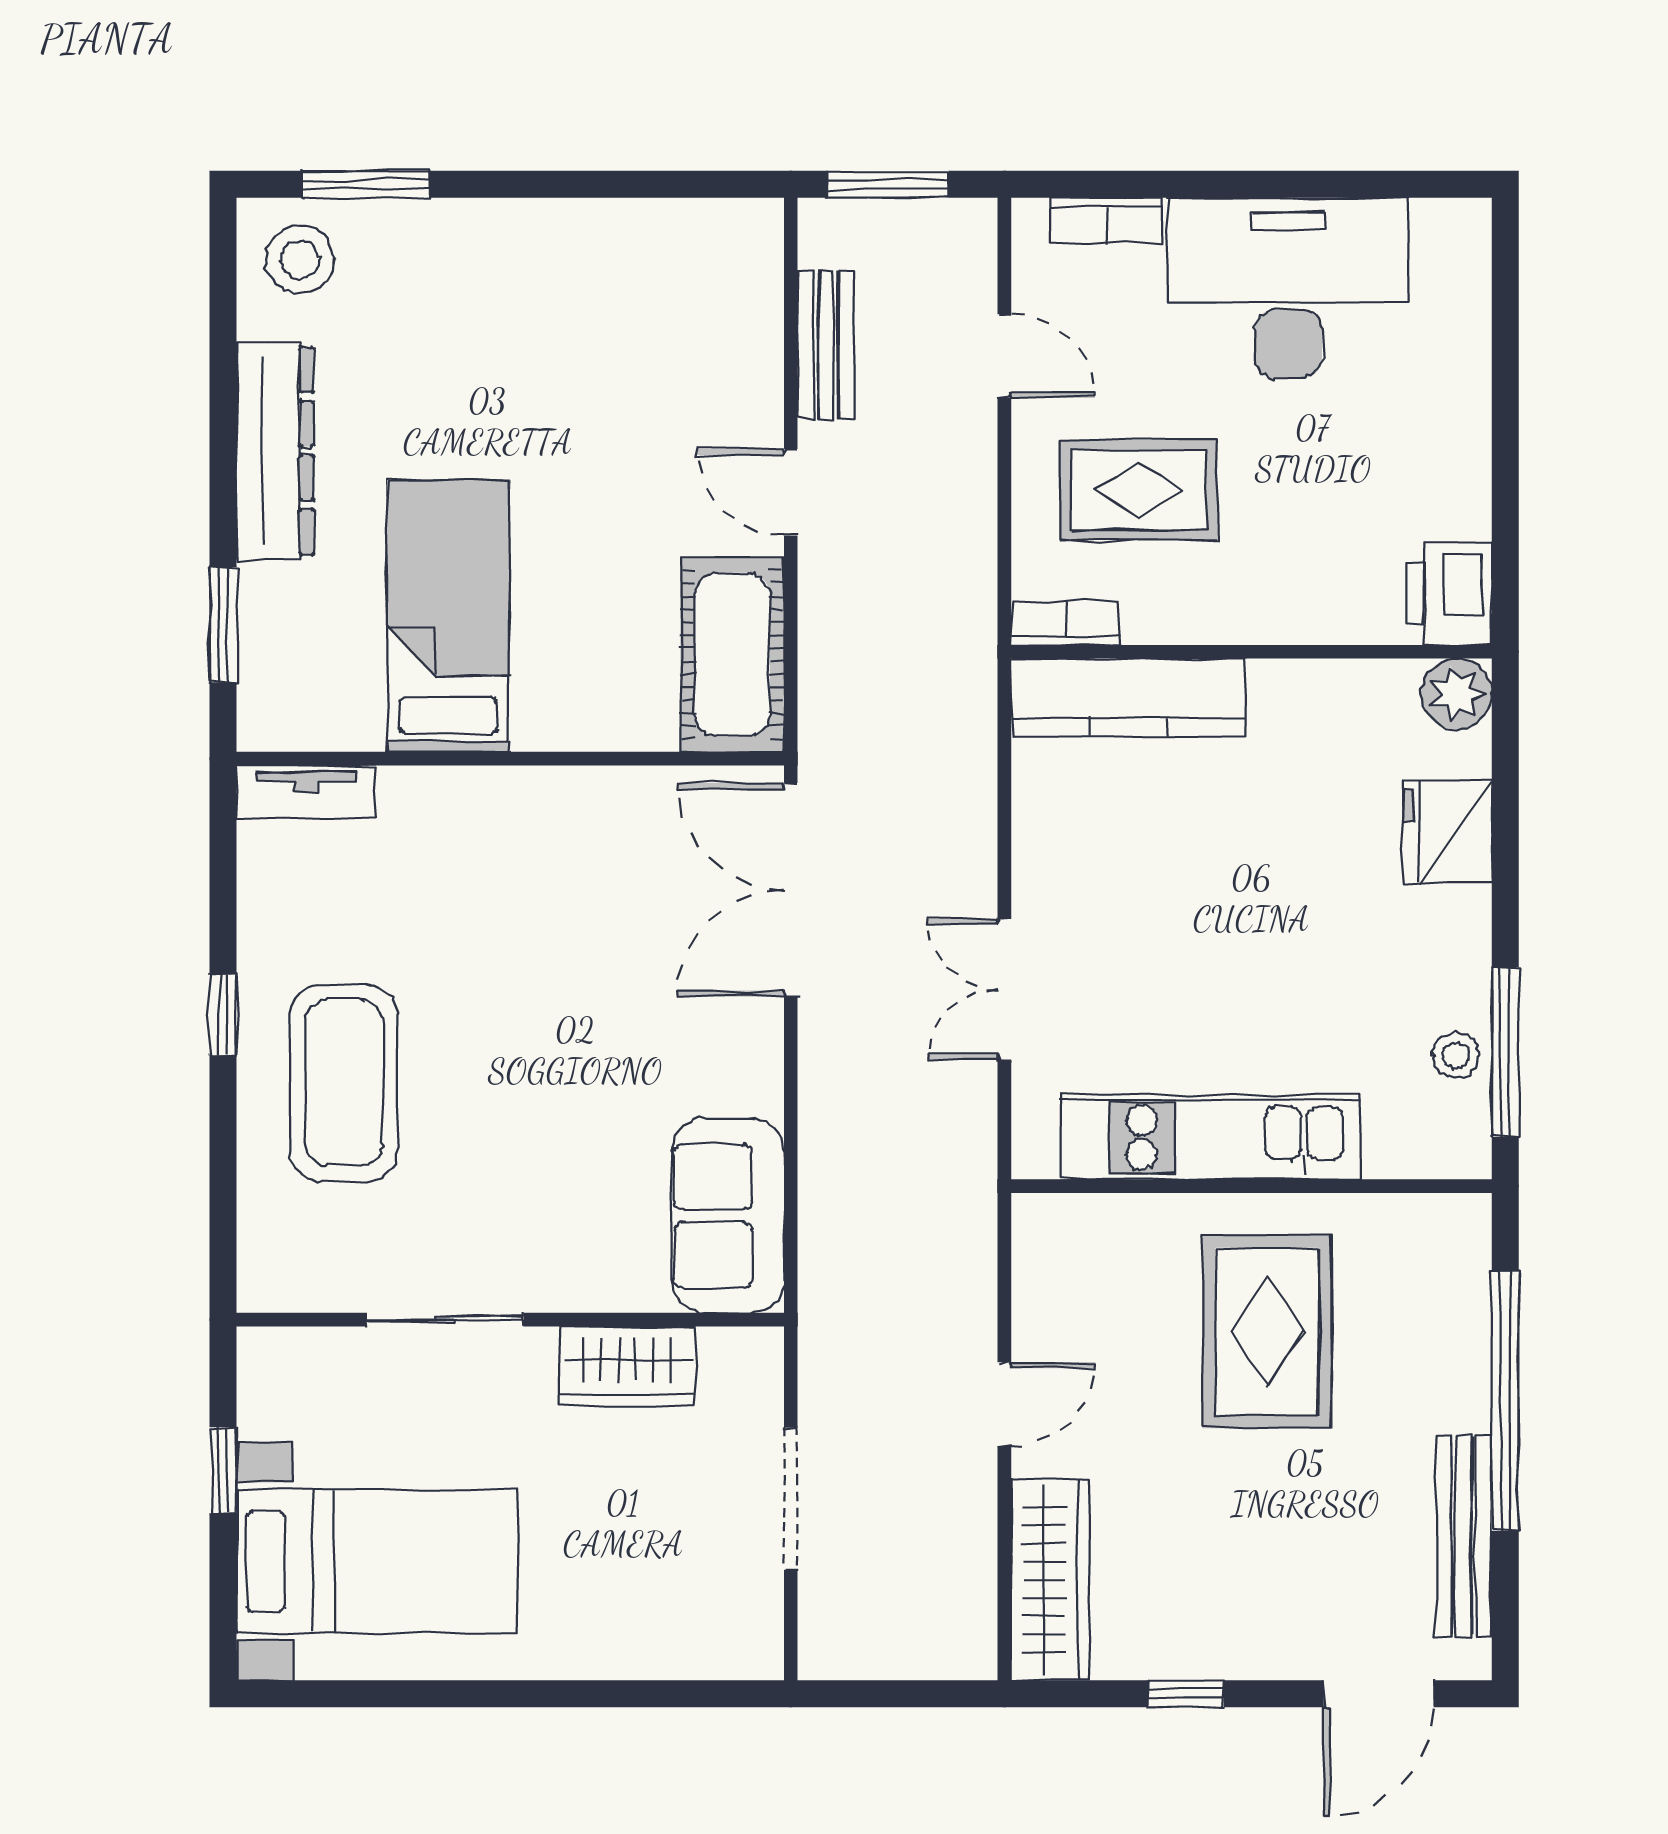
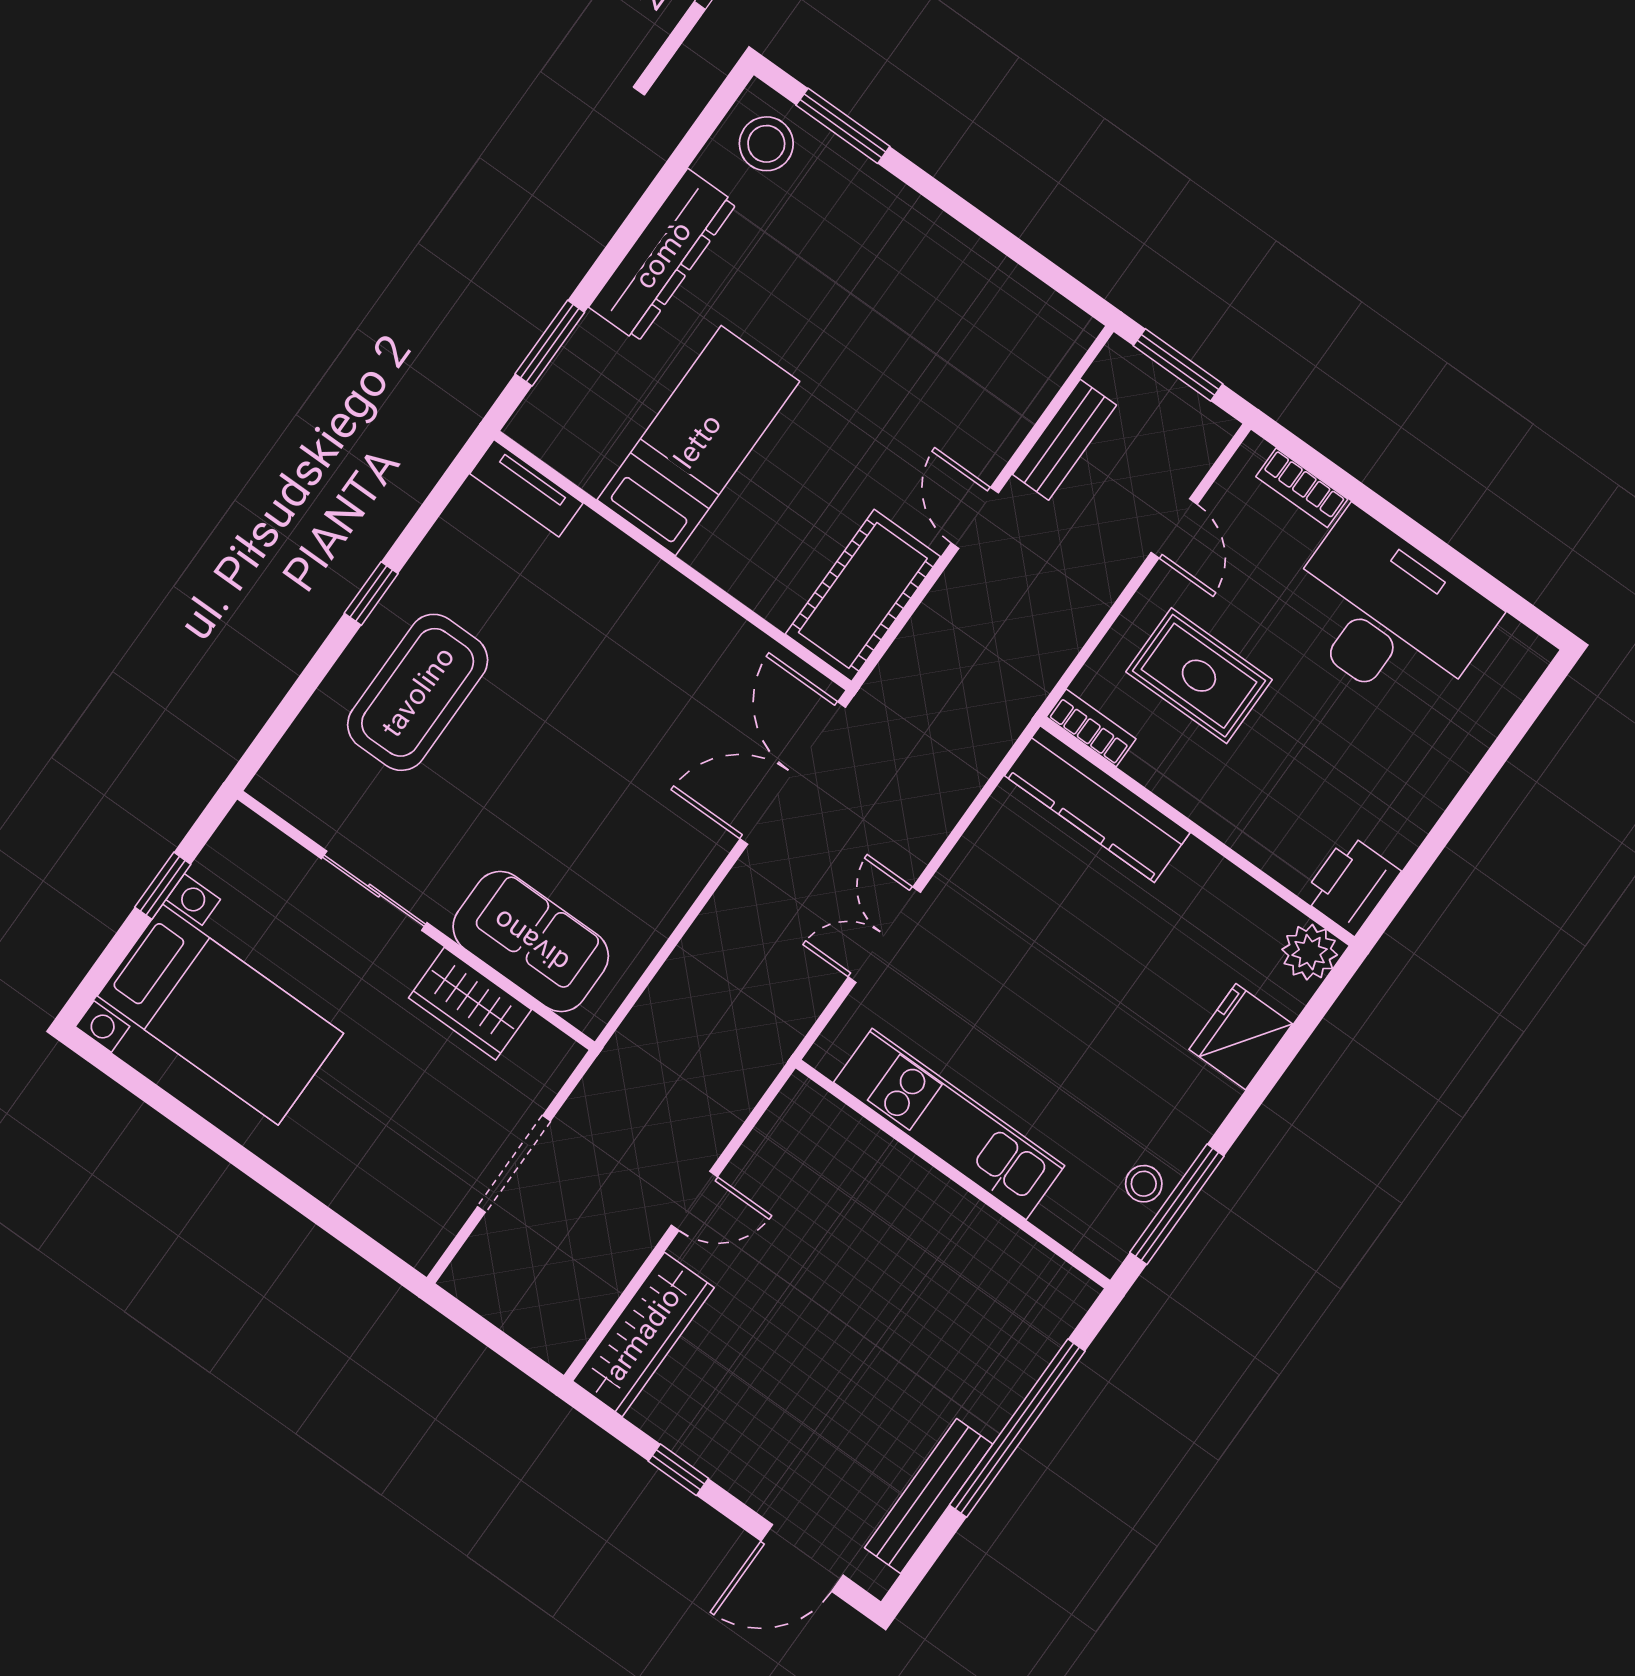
sofa: (728, 1216) -> (531, 941), moved, turned 90
rug: (1267, 1331) -> (896, 1274), removed

